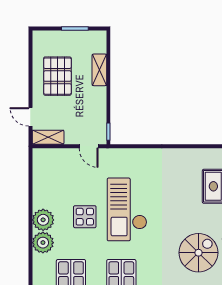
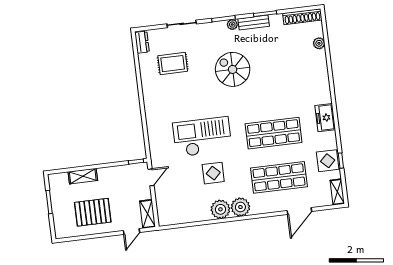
checkout: (127, 209) -> (202, 137), turned 180

